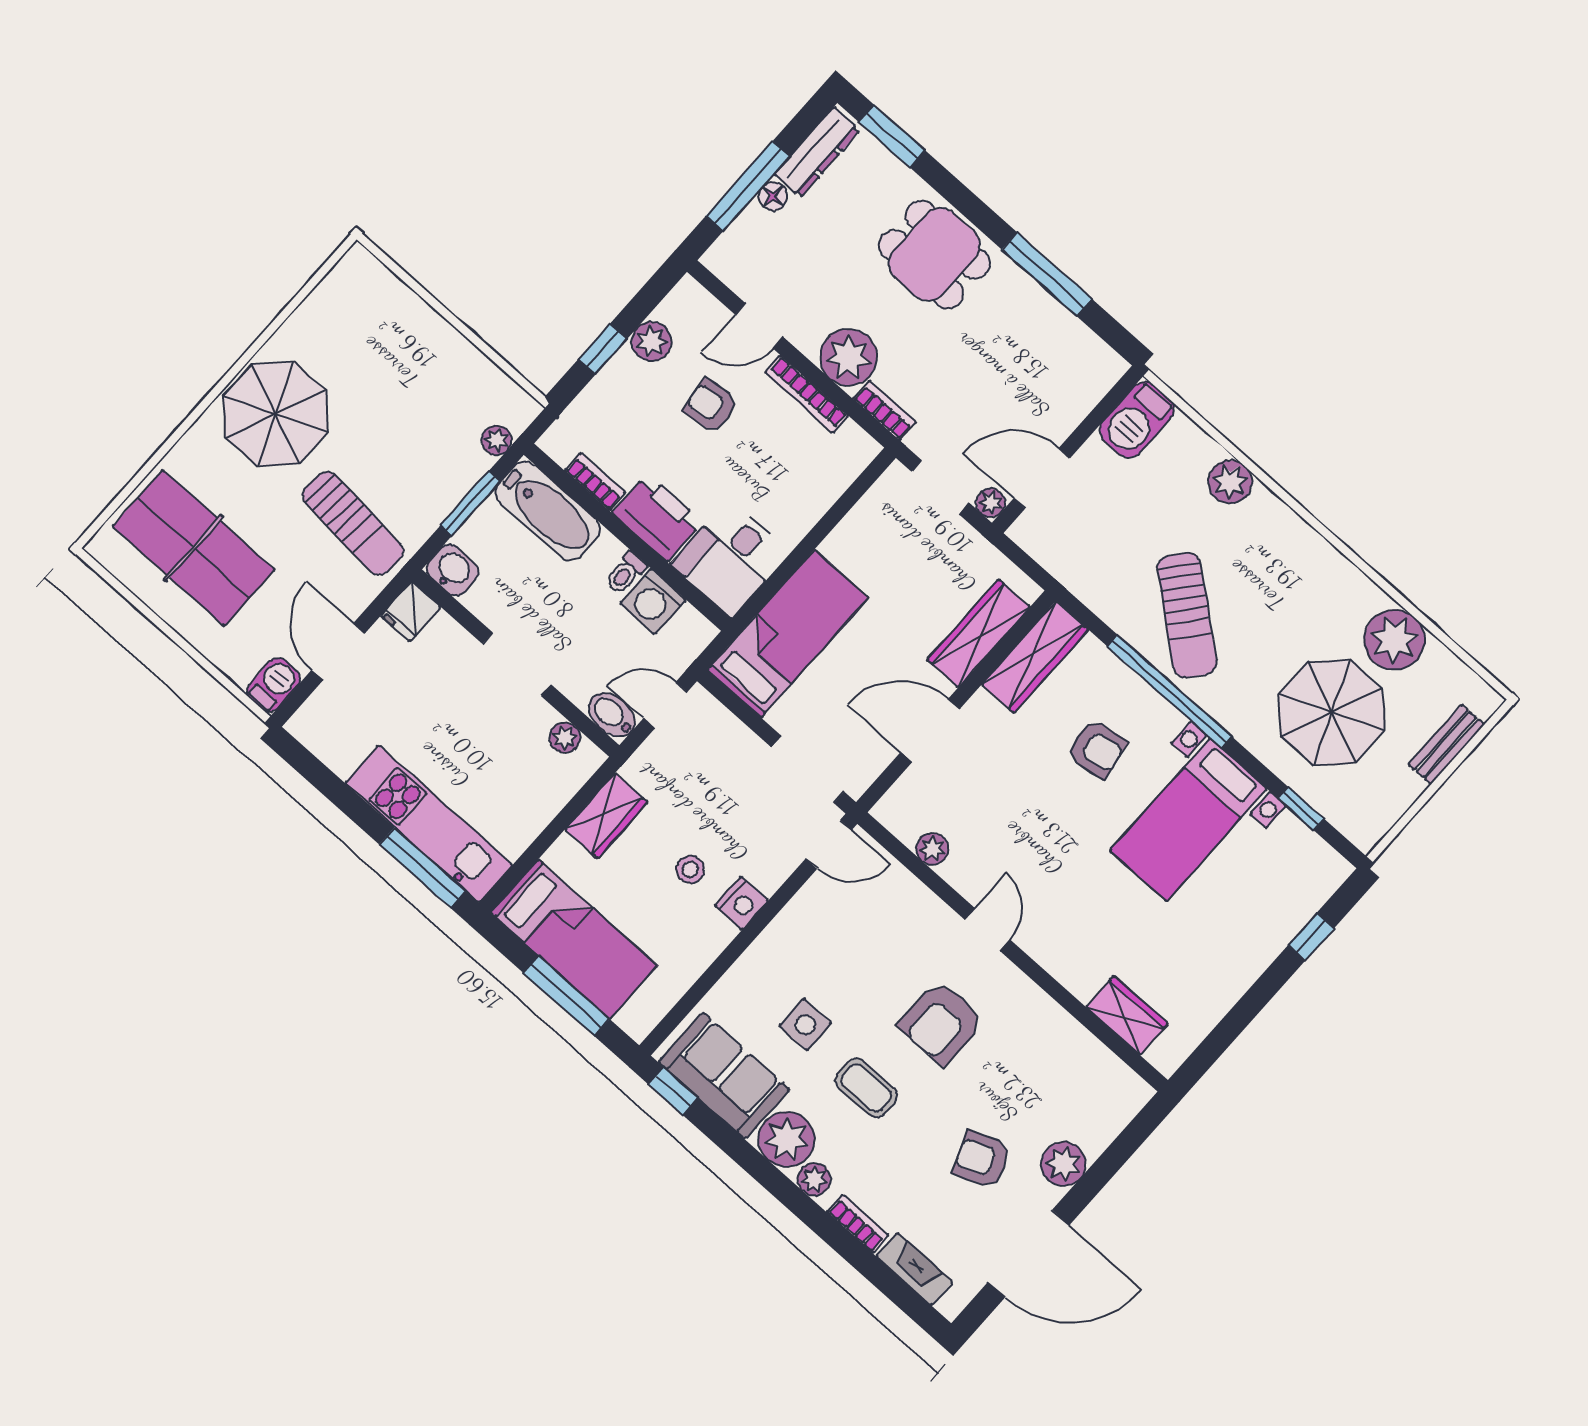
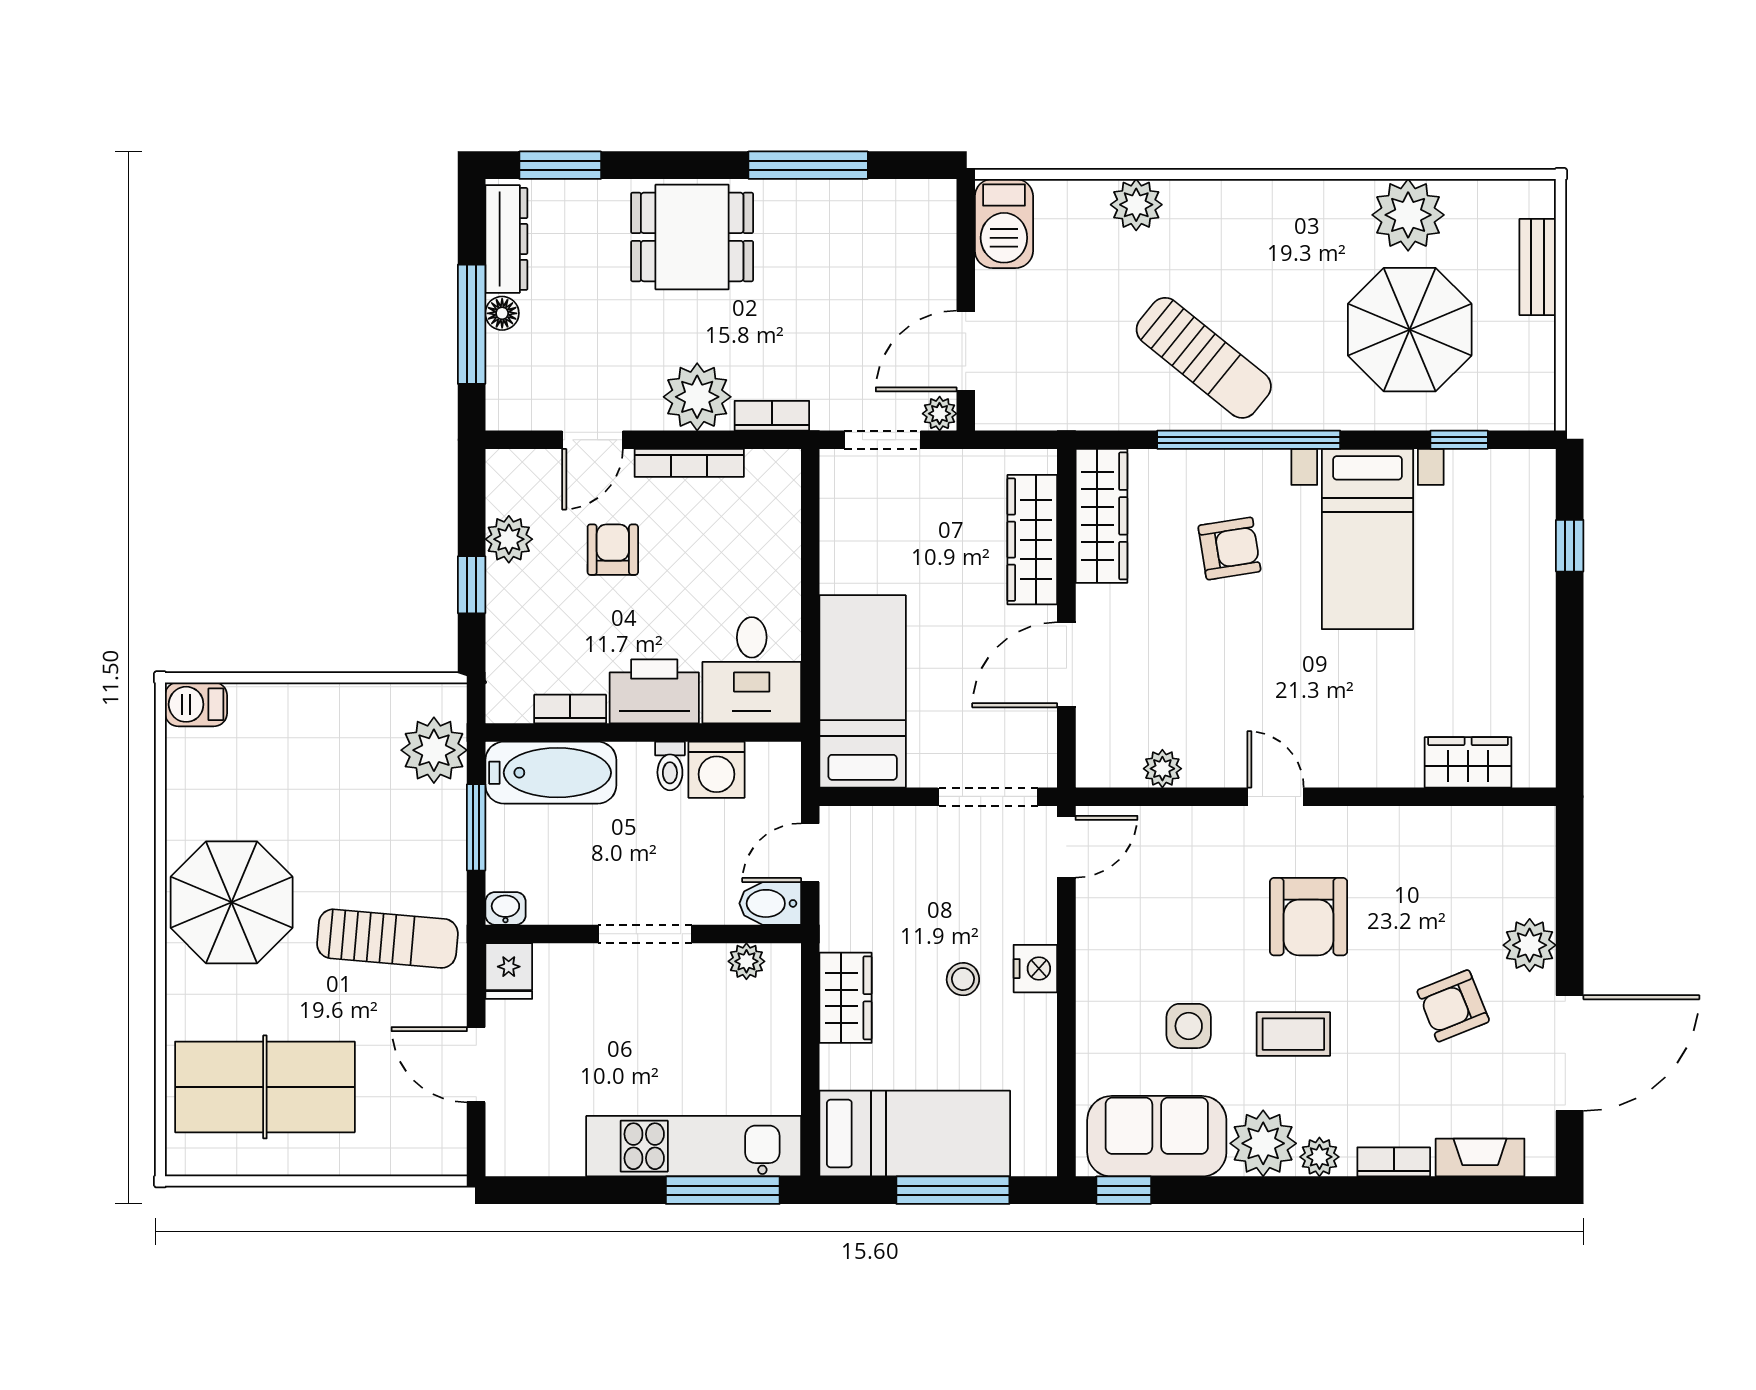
armchair: (711, 406) -> (613, 550), turned 97
plant: (497, 440) -> (434, 750), width x1.87, depth x1.87
washbasin: (452, 570) -> (505, 908), width x0.72, depth x0.69
barbecue: (274, 685) -> (196, 704), moved, turned -90

